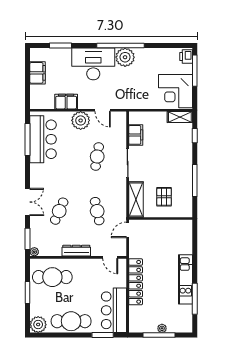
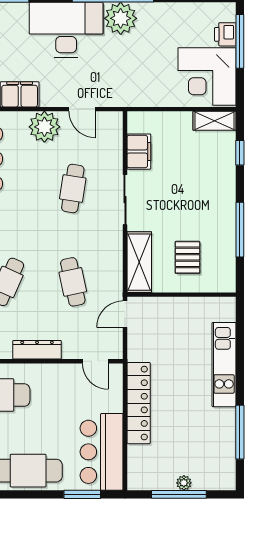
printer: (186, 57) -> (225, 34), moved
kitchen unit: (185, 279) -> (224, 365), moved

